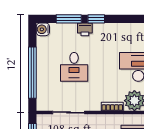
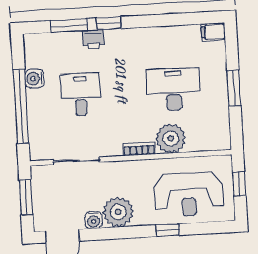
water cooler: (43, 29) -> (34, 79), moved
desk: (74, 67) -> (81, 94), turned 180

